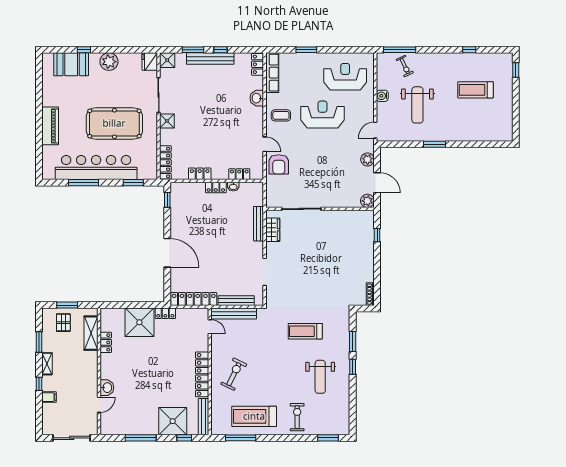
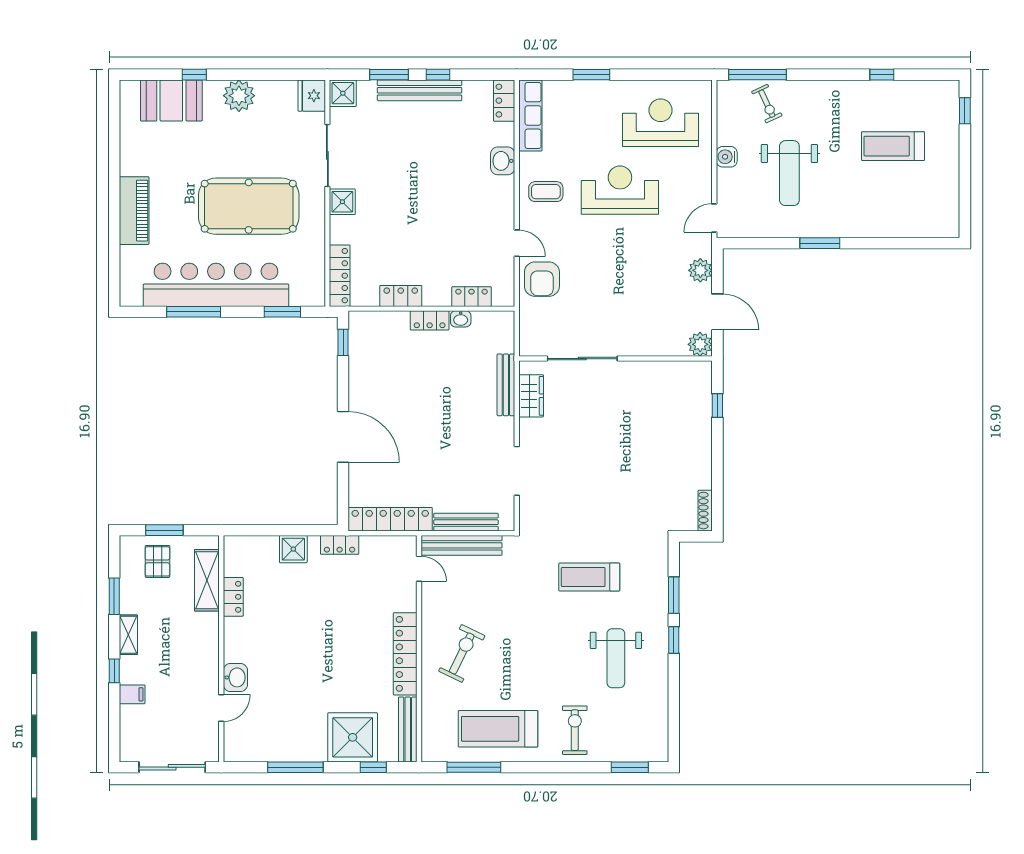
shower: (139, 322) -> (293, 549), width x0.54, depth x0.54

